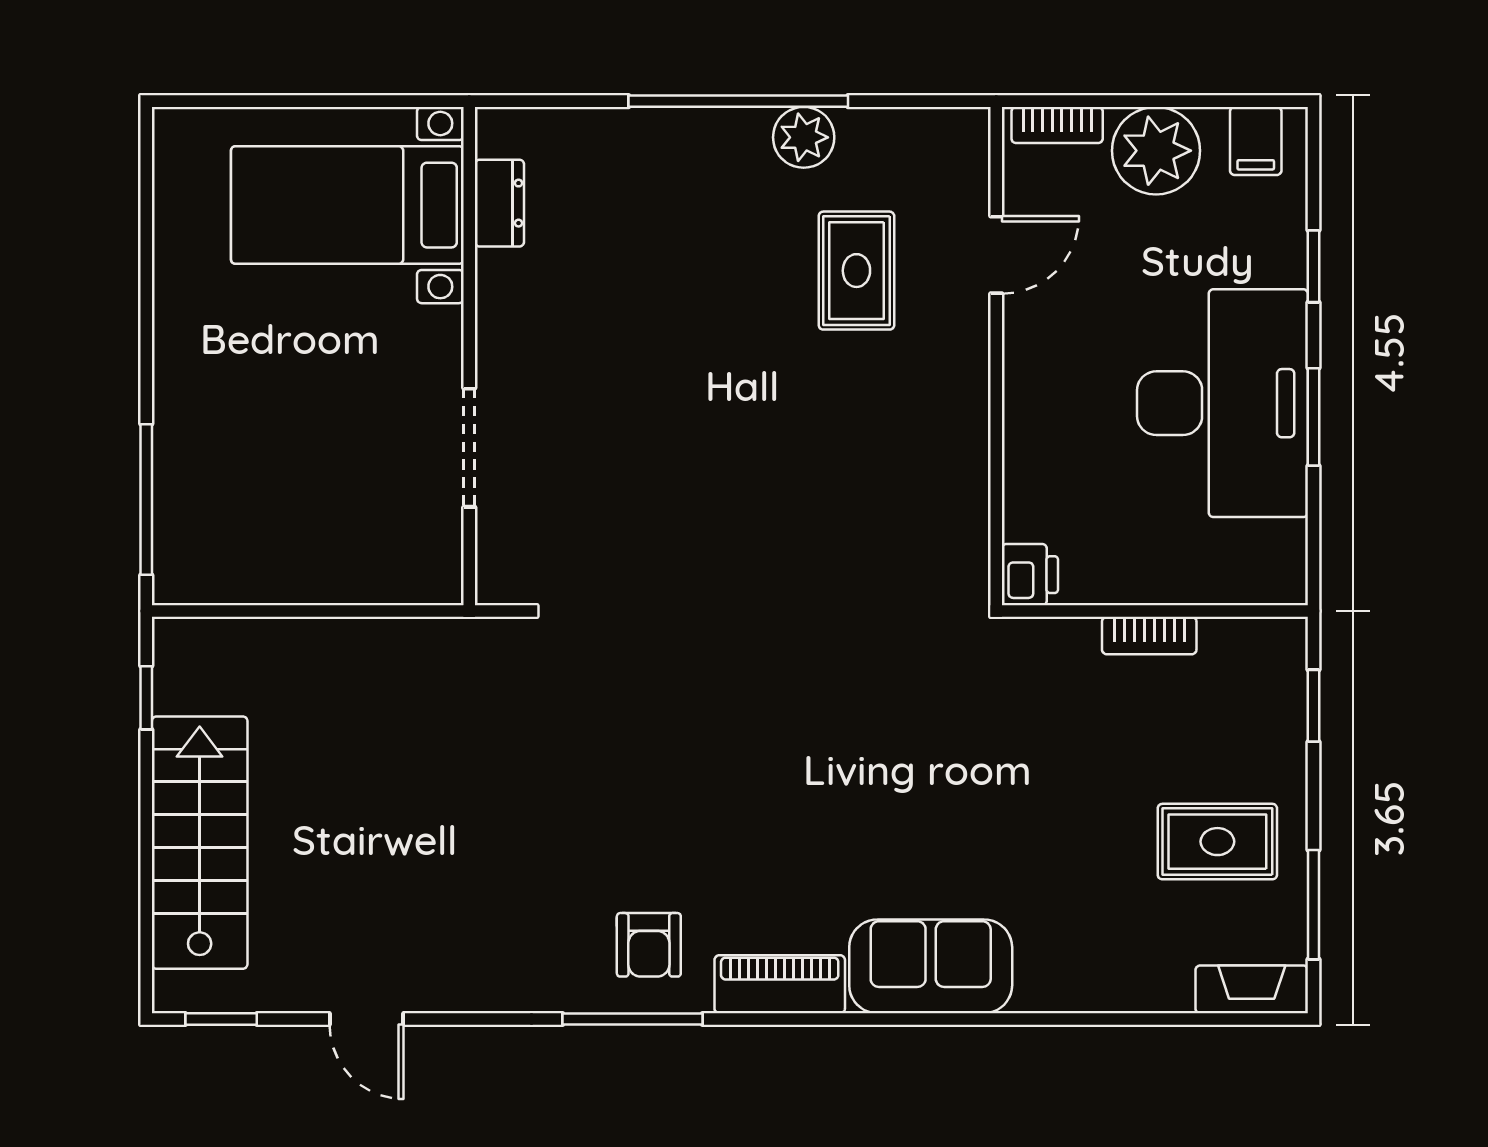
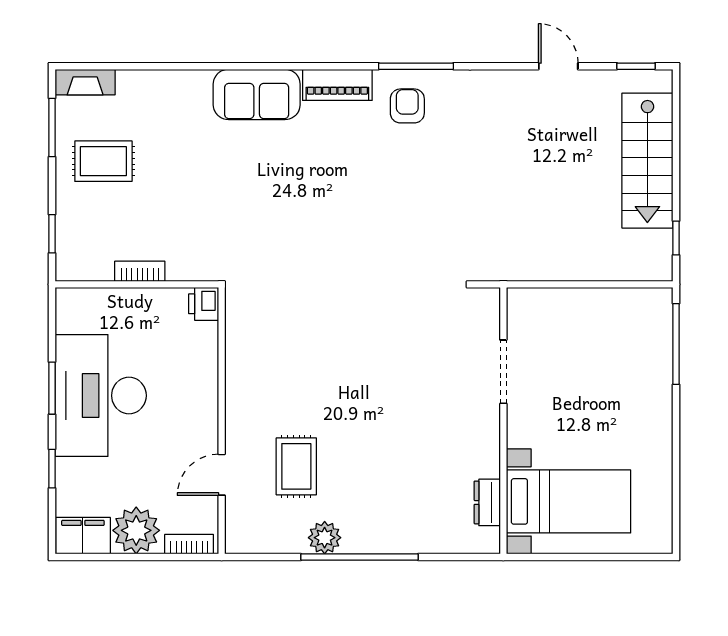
filing cabinet: (1256, 141) -> (83, 536), width x2.00

